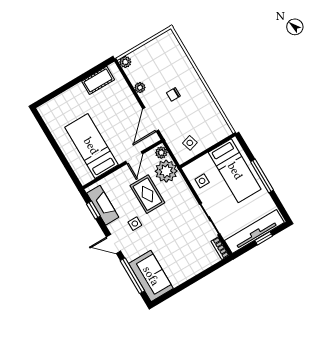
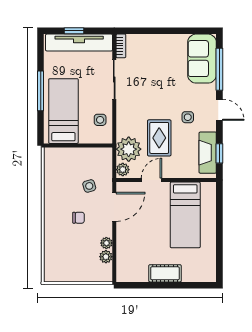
plant: (125, 62) -> (106, 257), moved
cot: (98, 80) -> (165, 273), moved
side table: (190, 143) -> (89, 186), moved

